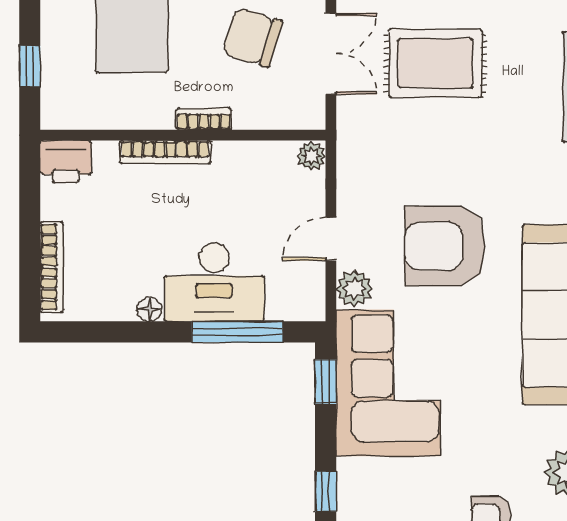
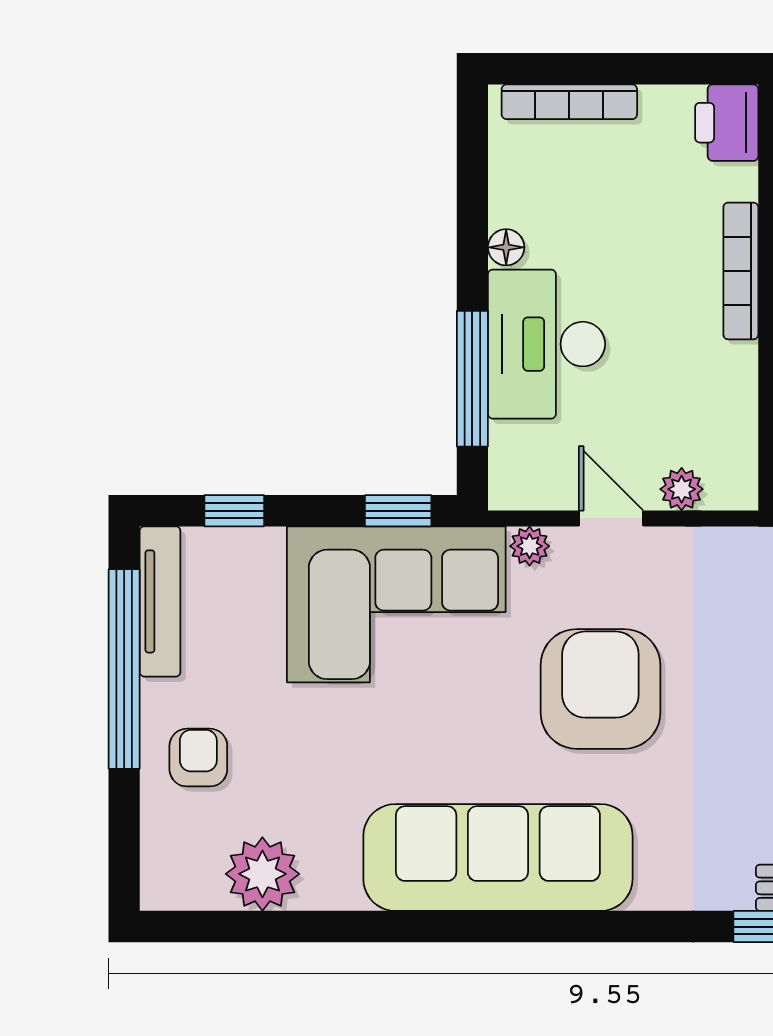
plant: (311, 156) -> (682, 489), moved
plant: (354, 289) -> (530, 546), width x0.73, depth x0.73

